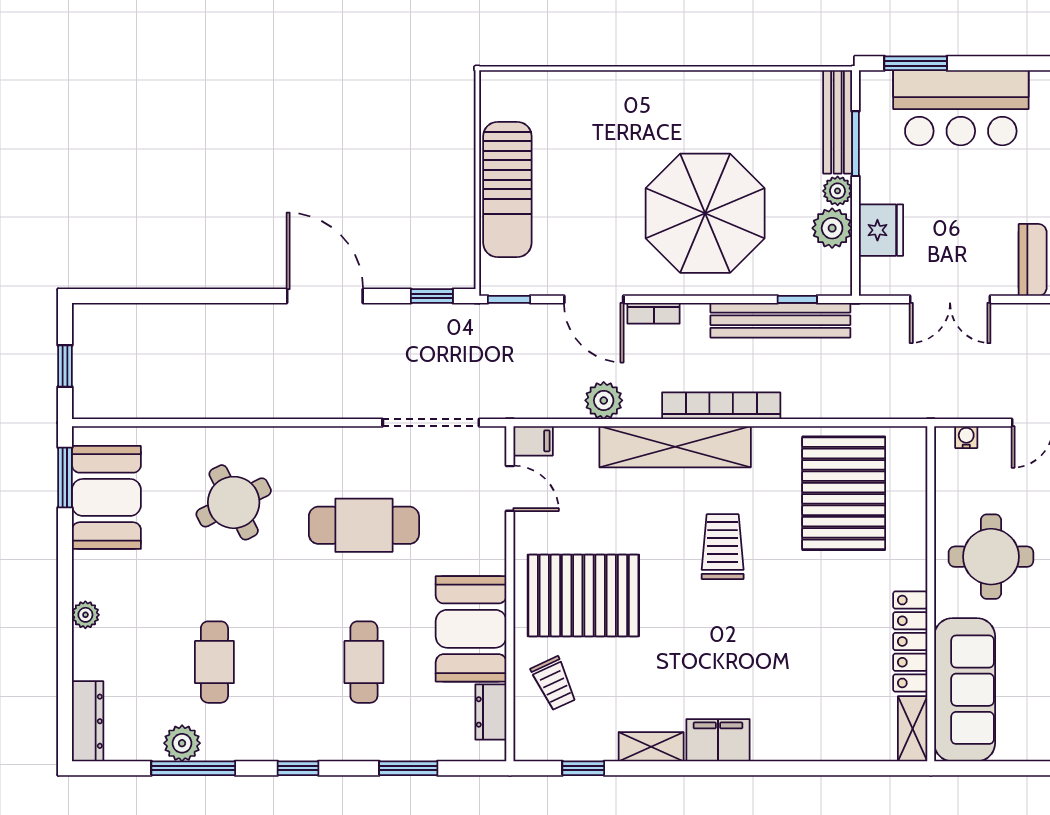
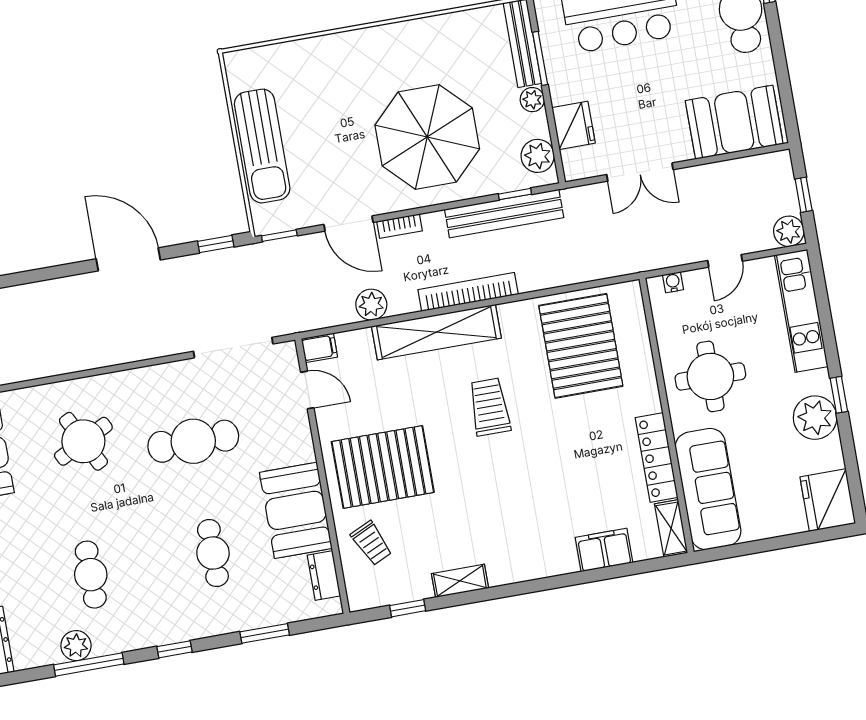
plant: (832, 228) -> (538, 156), moved
filing cabinet: (718, 740) -> (604, 550), moved

